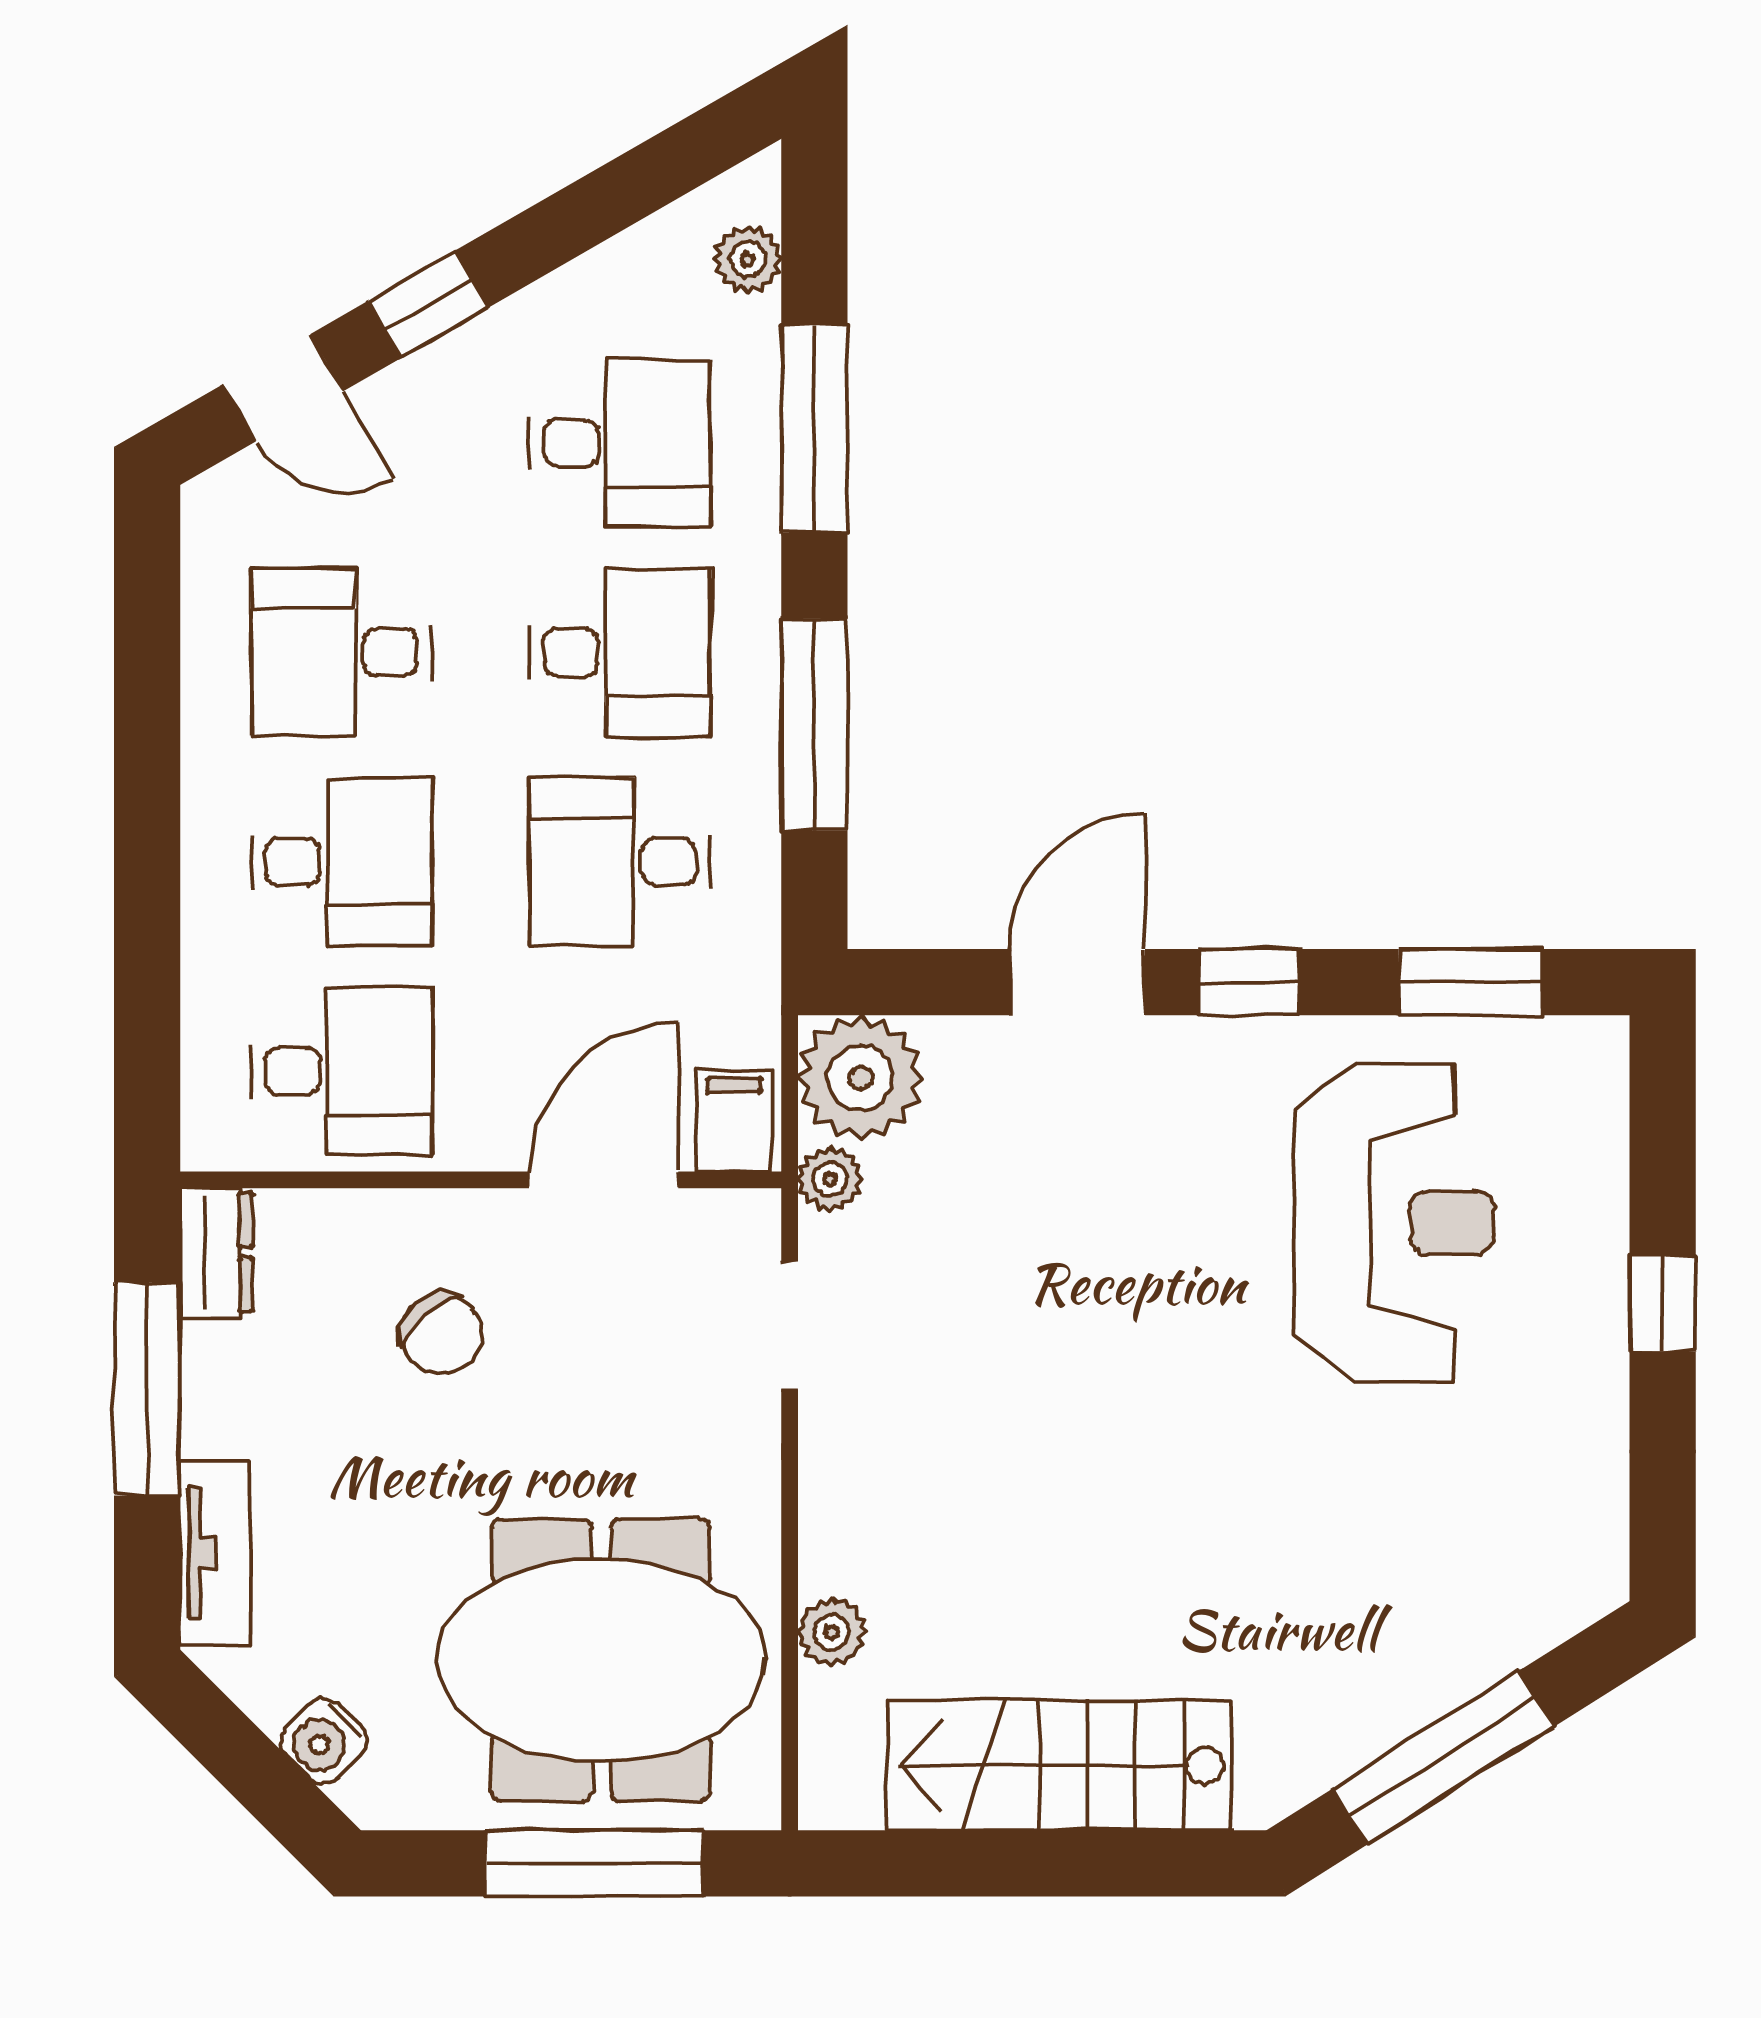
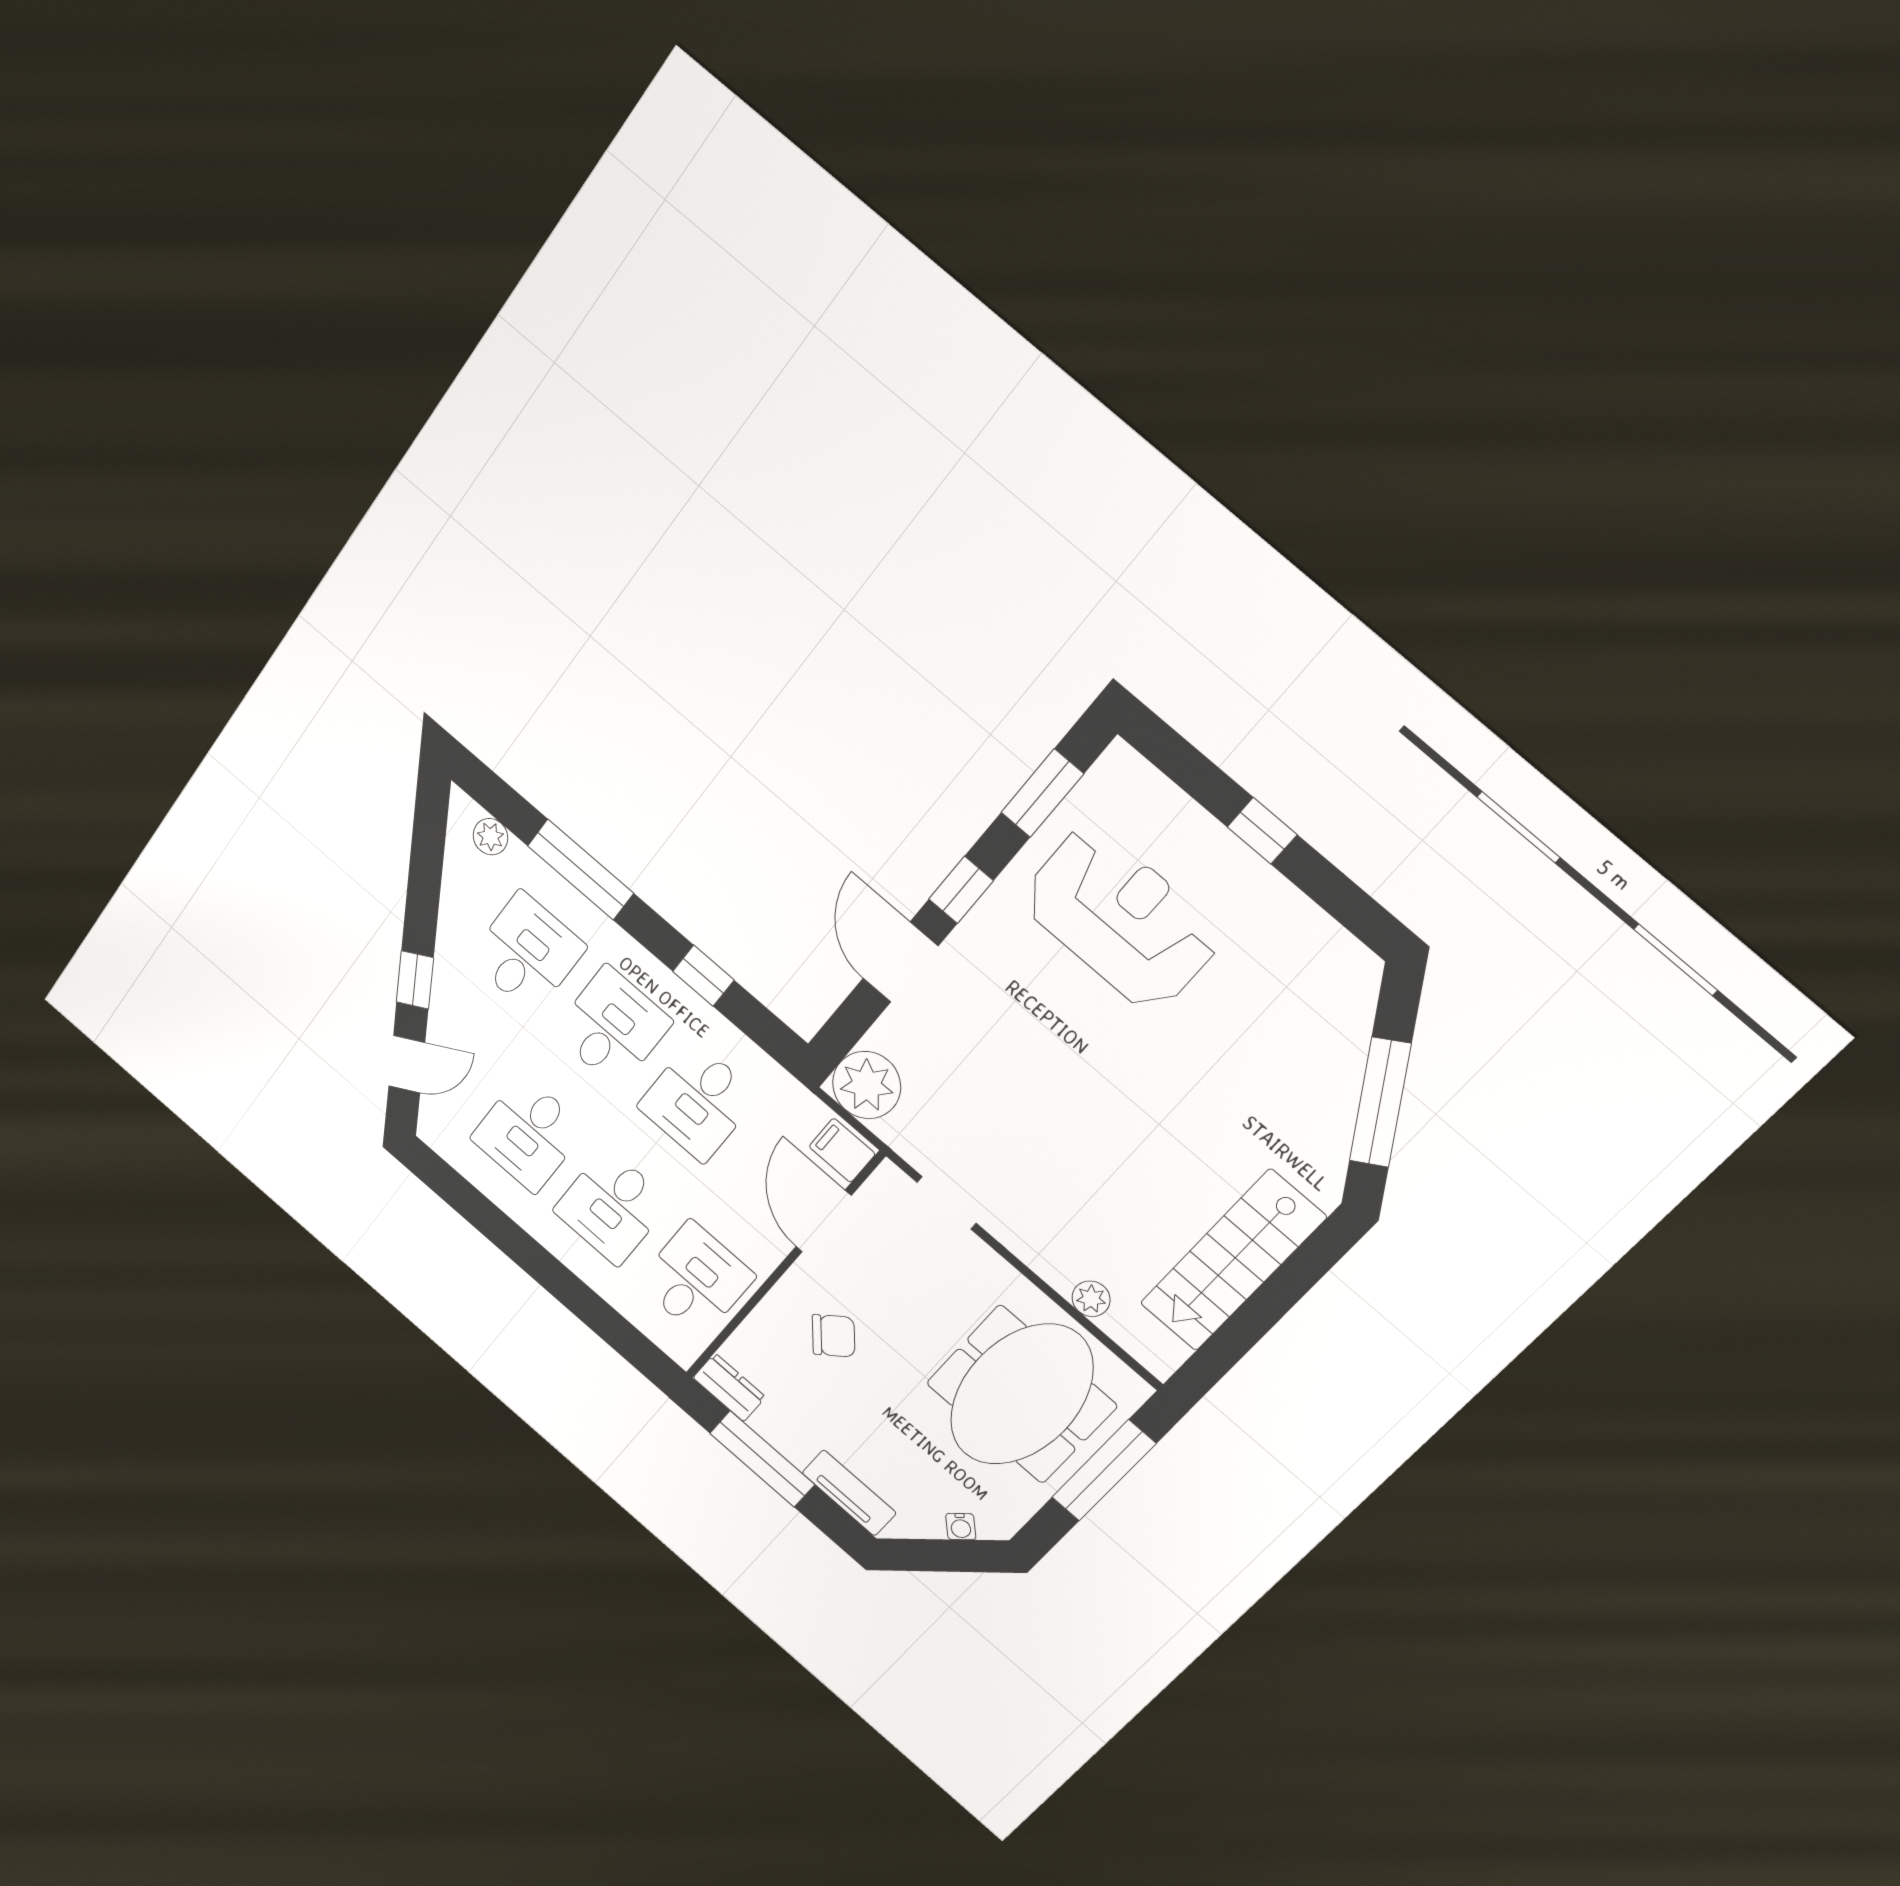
window: (814, 725) -> (703, 976), width x0.46
desk: (342, 862) -> (612, 1206), turned 180
plant: (830, 1179) -> (899, 1134), removed
water cooler: (324, 1741) -> (961, 1527), width x0.72, depth x0.72

